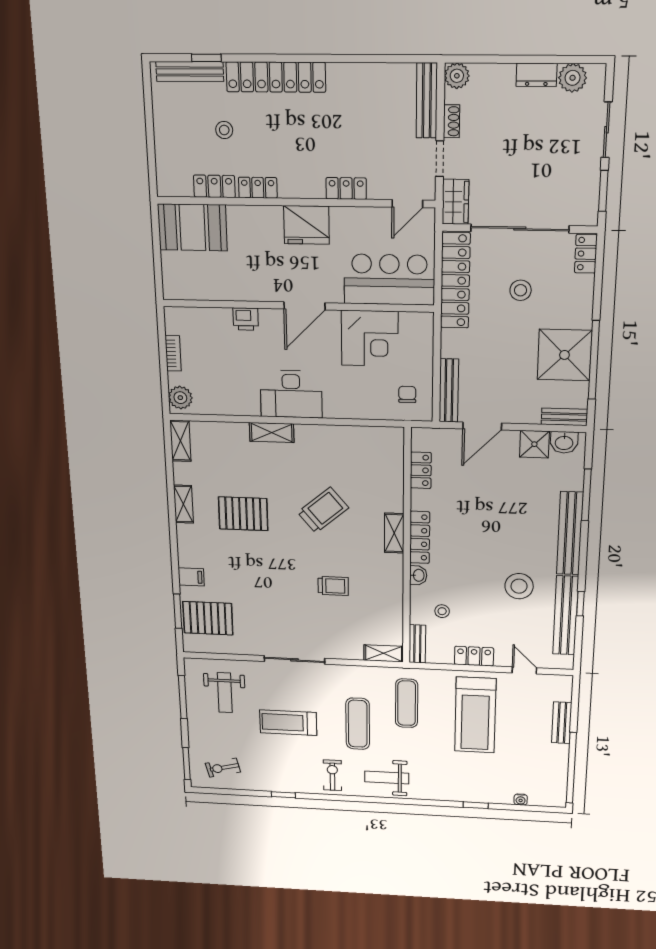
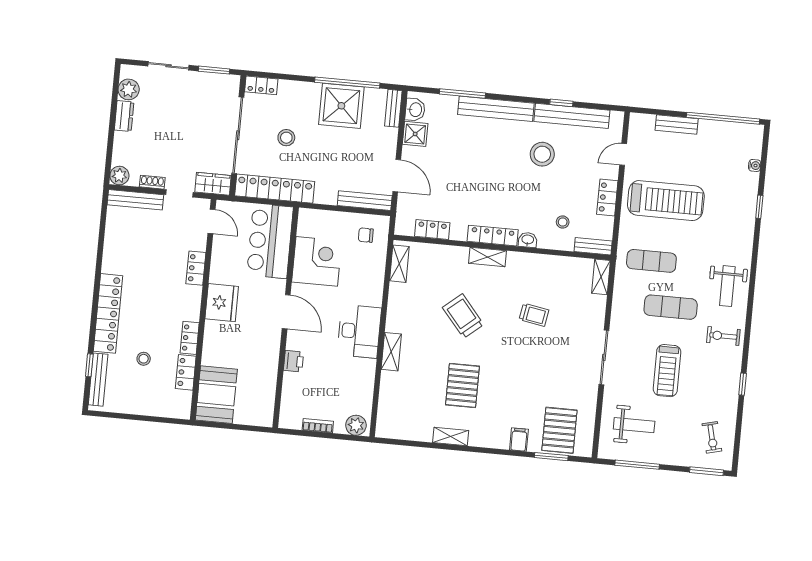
shelving: (180, 441) -> (399, 264), moved, turned 90
trolley: (333, 586) -> (534, 315), turned 100

